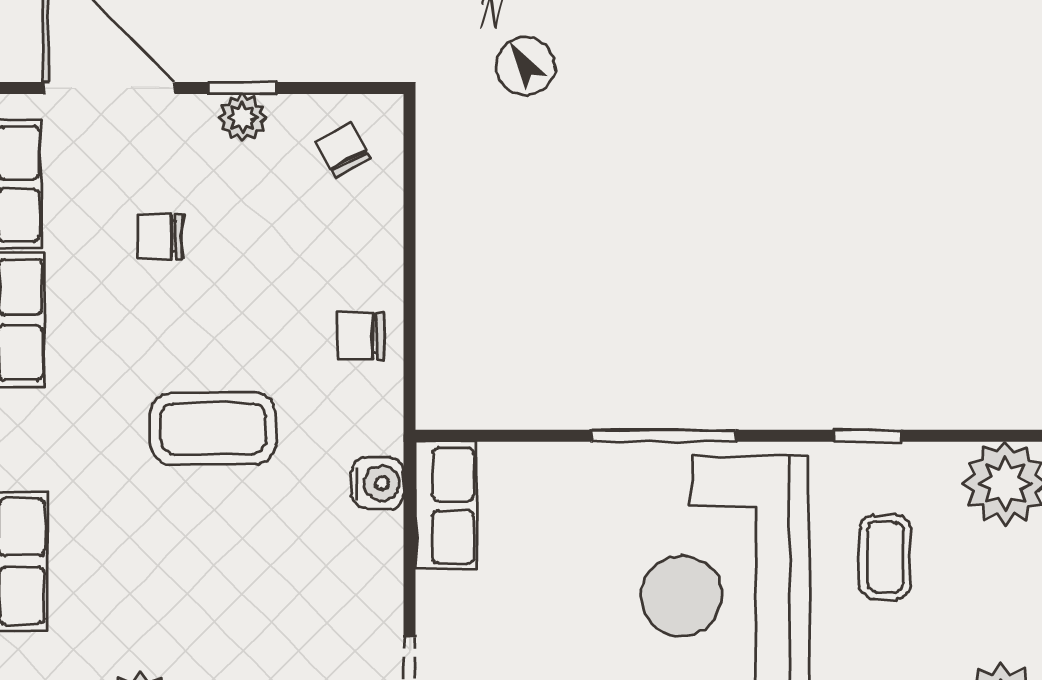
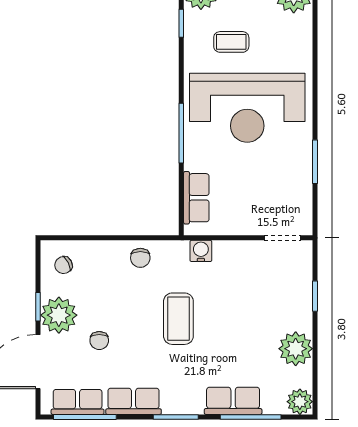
plant: (242, 117) -> (59, 315), width x1.87, depth x1.87
window: (868, 436) -> (181, 23), moved
row of seats: (446, 506) -> (196, 198), moved, turned 90

